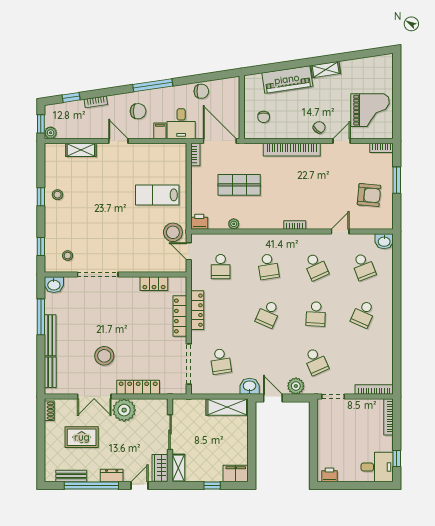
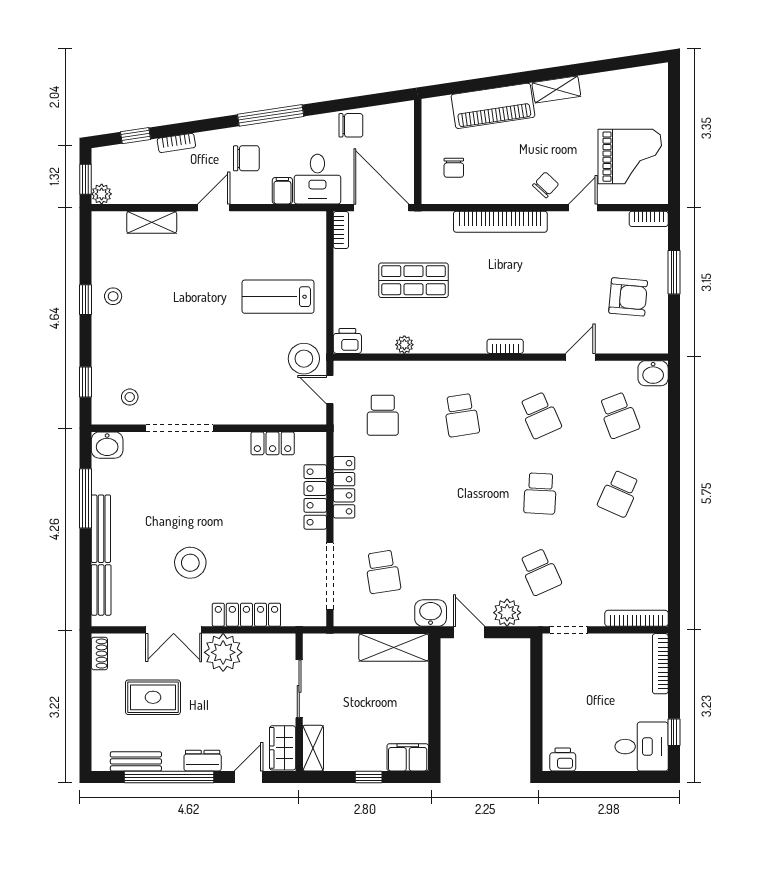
door: (118, 141) -> (214, 208), hinge flipped
school desk: (268, 314) -> (461, 494), removed

